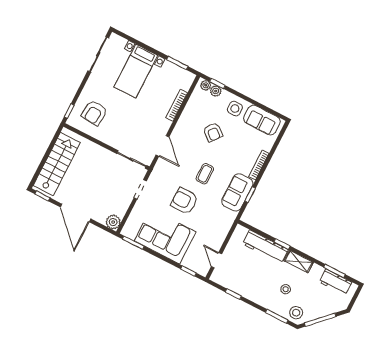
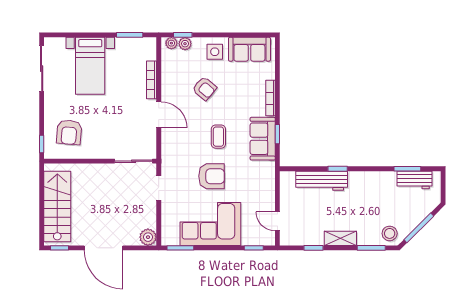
door: (162, 146) -> (159, 115), moved
armchair: (184, 201) -> (212, 176), turned 180
shelving: (299, 261) -> (340, 238), moved
stool: (286, 289) -> (366, 214), removed

